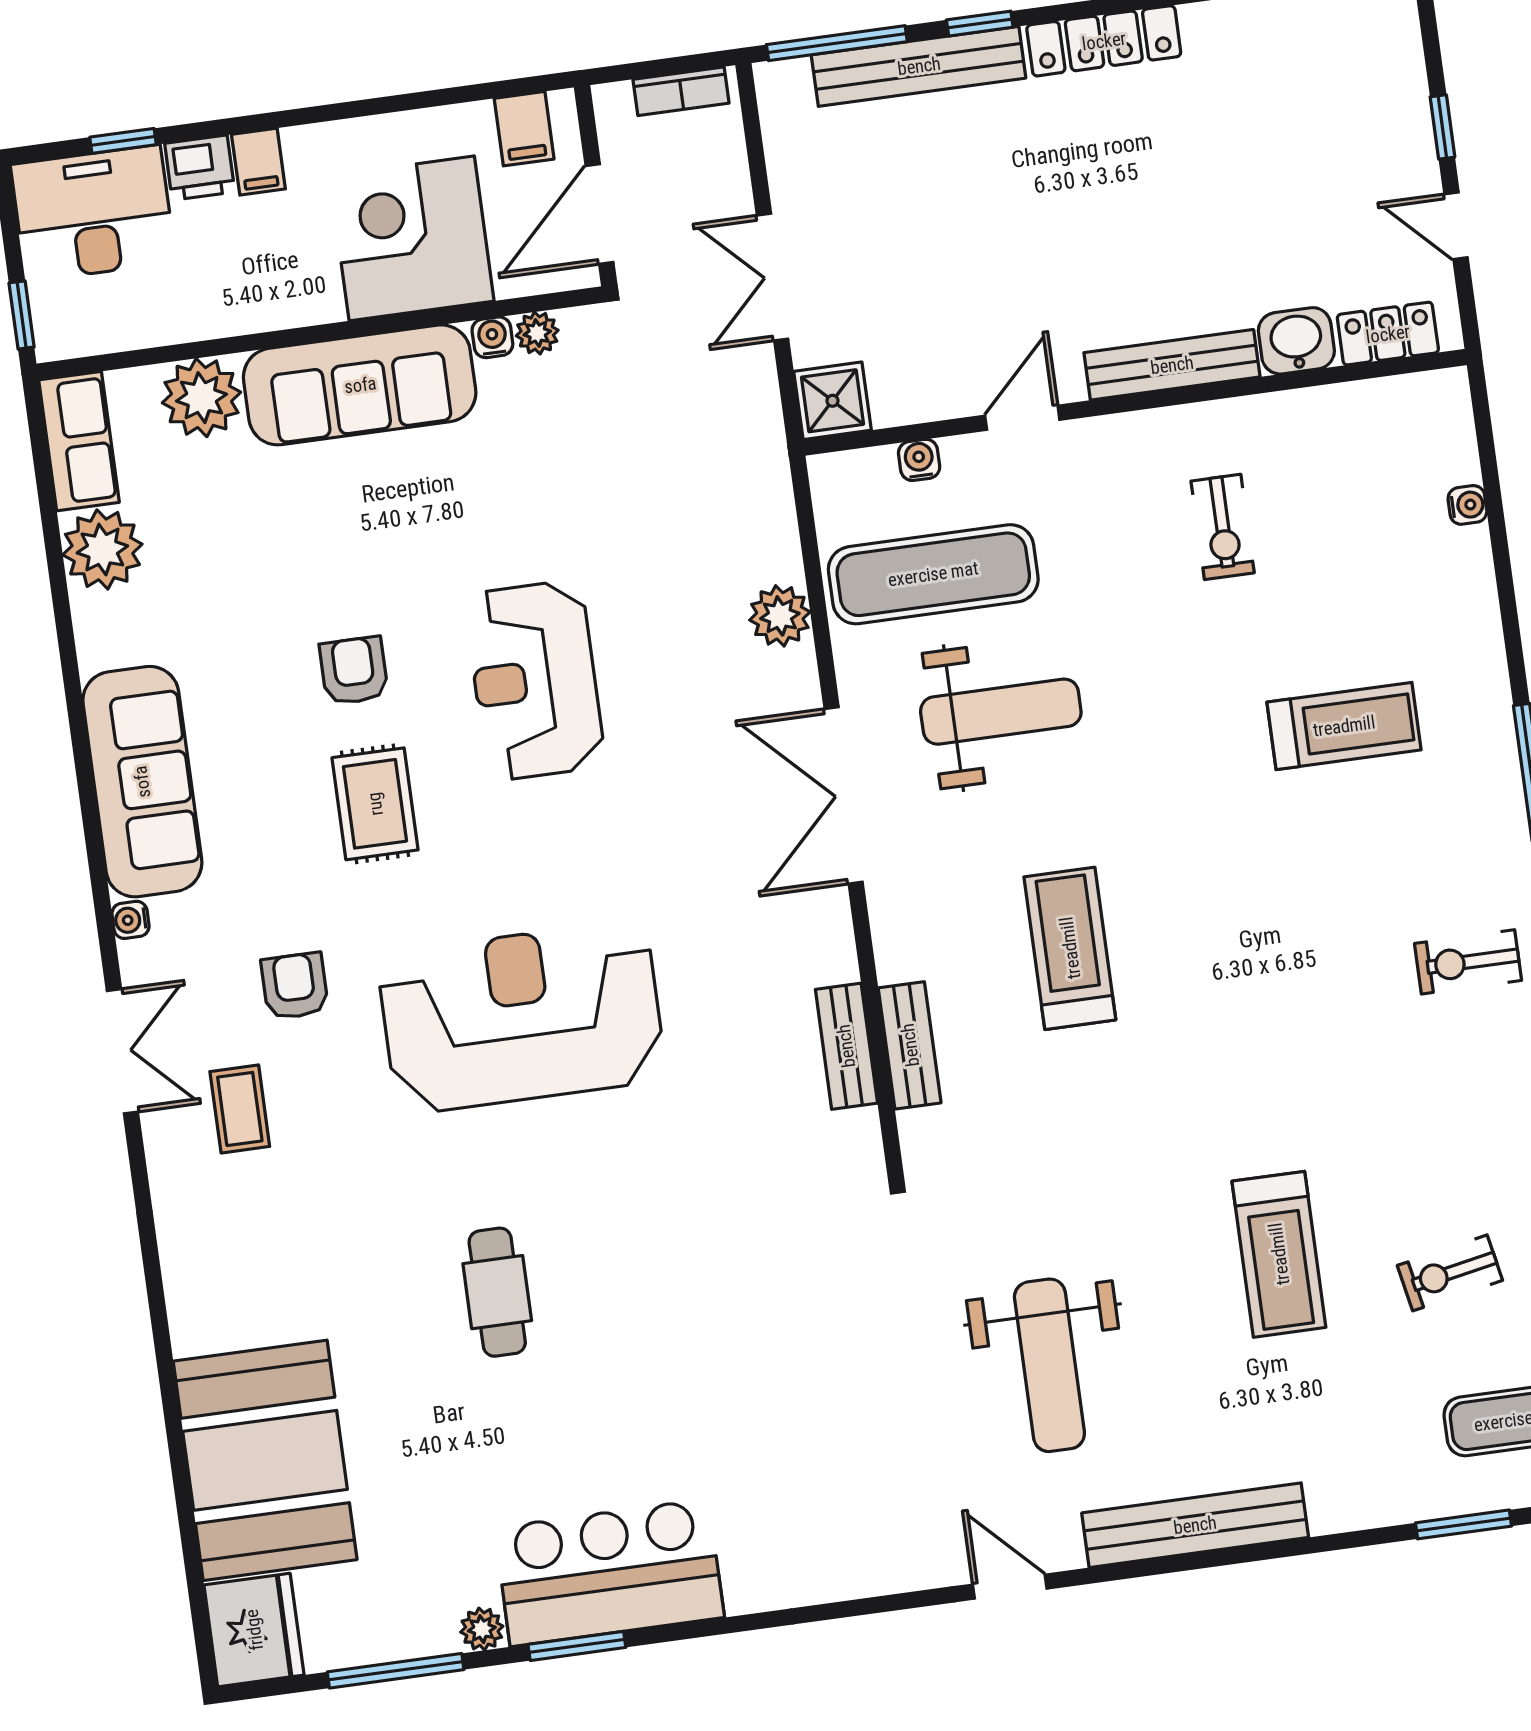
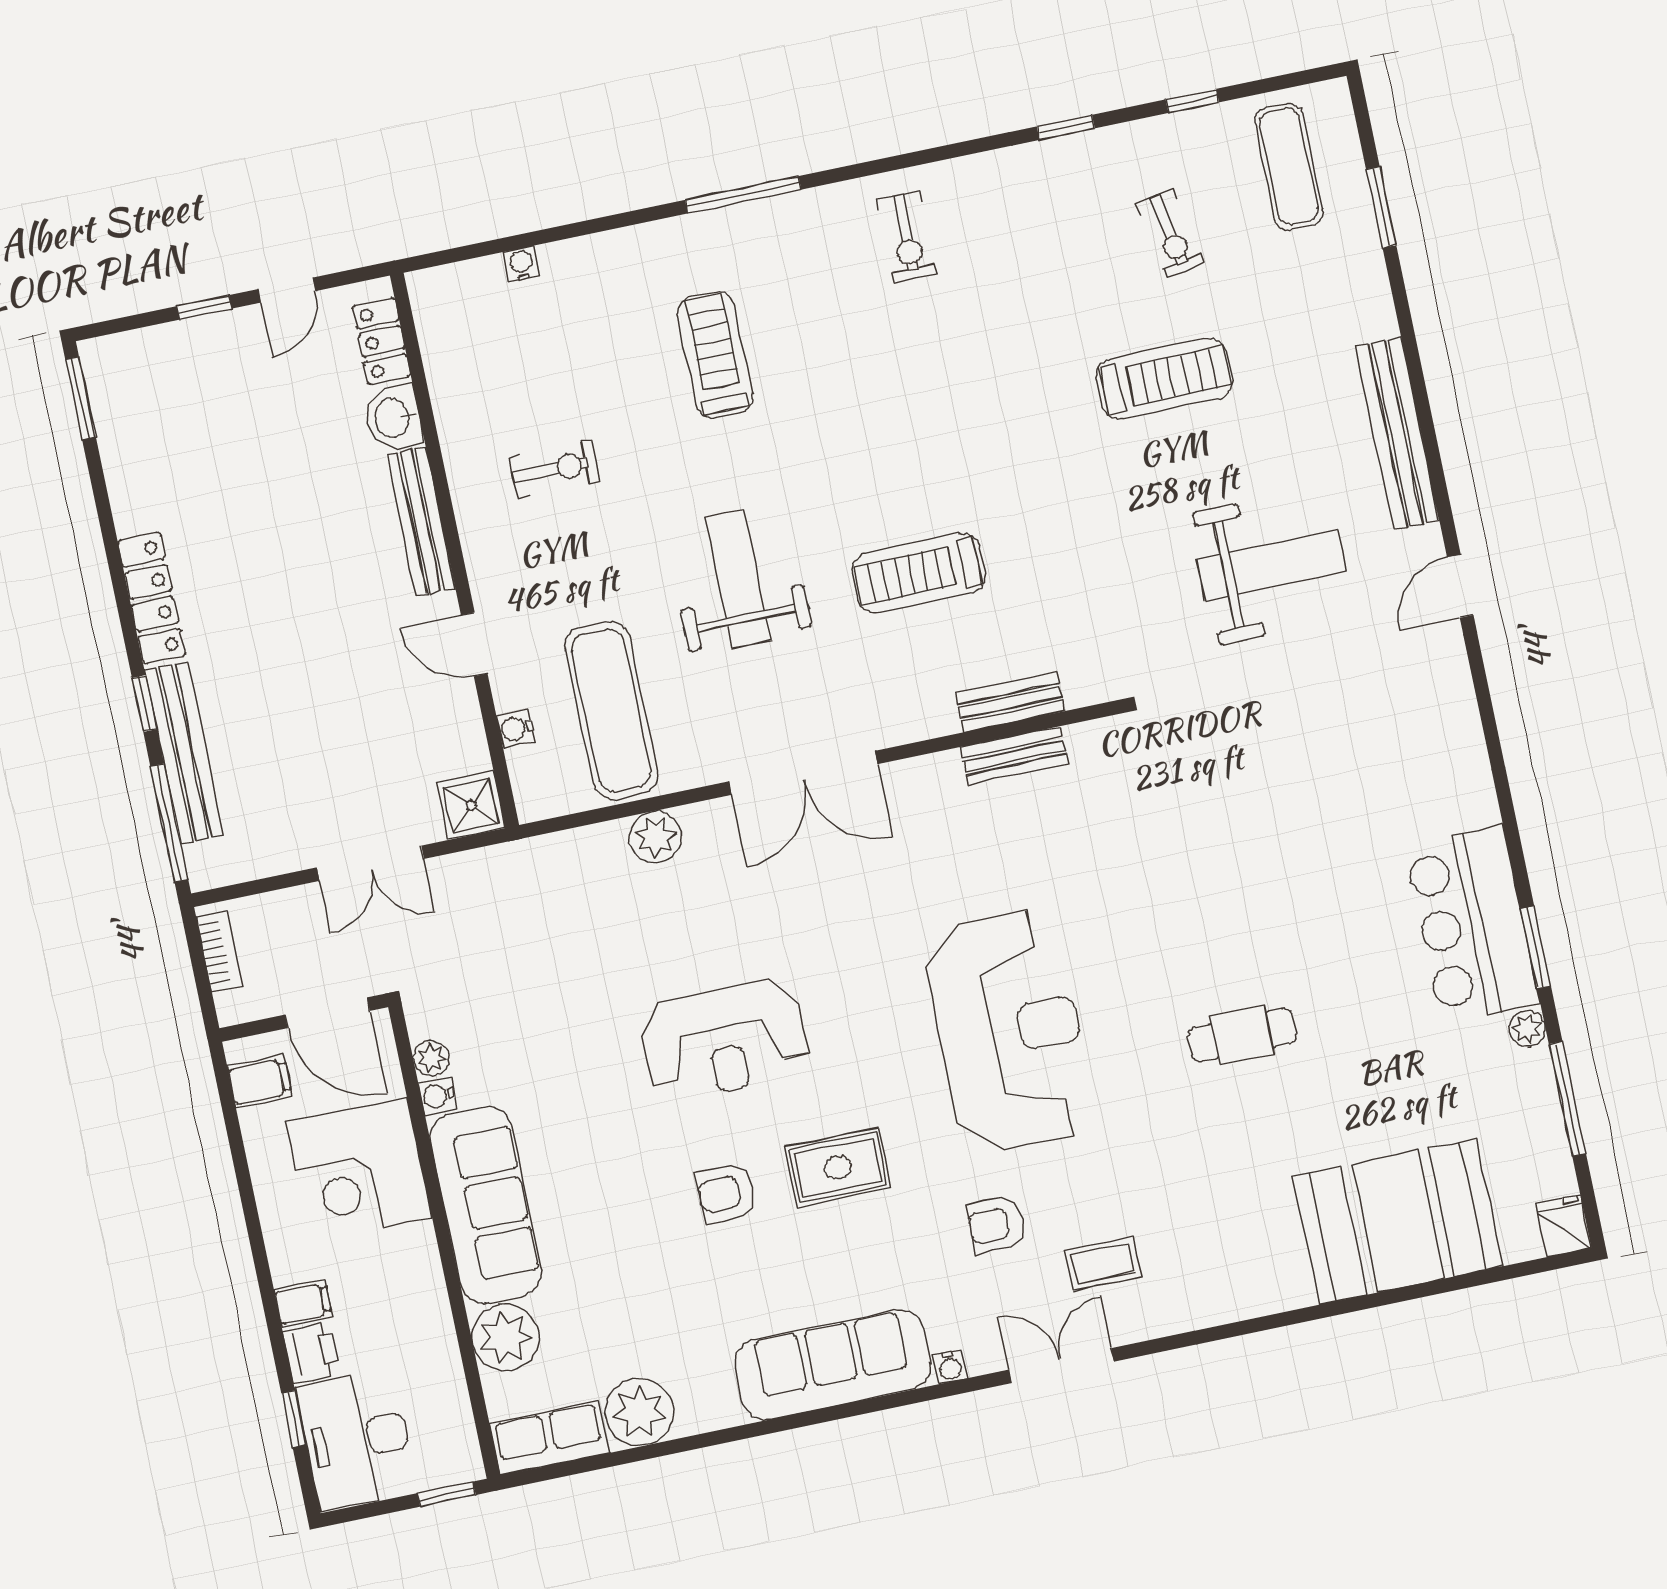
weight bench: (1001, 712) -> (738, 579), moved
reception desk: (522, 1017) -> (1009, 1031), turned 180
fridge: (254, 1630) -> (1563, 1226), width x0.53, depth x0.75

